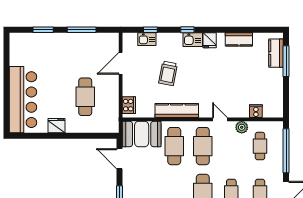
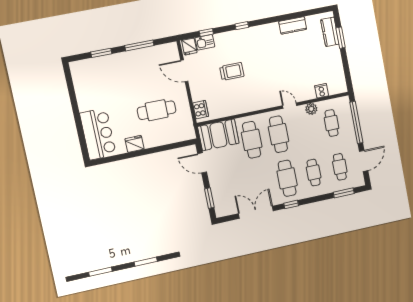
kitchen sink: (193, 40) -> (249, 34), removed
fridge: (210, 40) -> (189, 47), moved
window: (286, 61) -> (341, 38), width x0.69
door: (121, 63) -> (184, 71), hinge flipped
trolley: (168, 73) -> (232, 71), turned -101
cafe table: (85, 97) -> (157, 110), turned 90
bar counter: (23, 100) -> (98, 134), width x0.73
kitchen counter: (177, 110) -> (247, 105), removed

